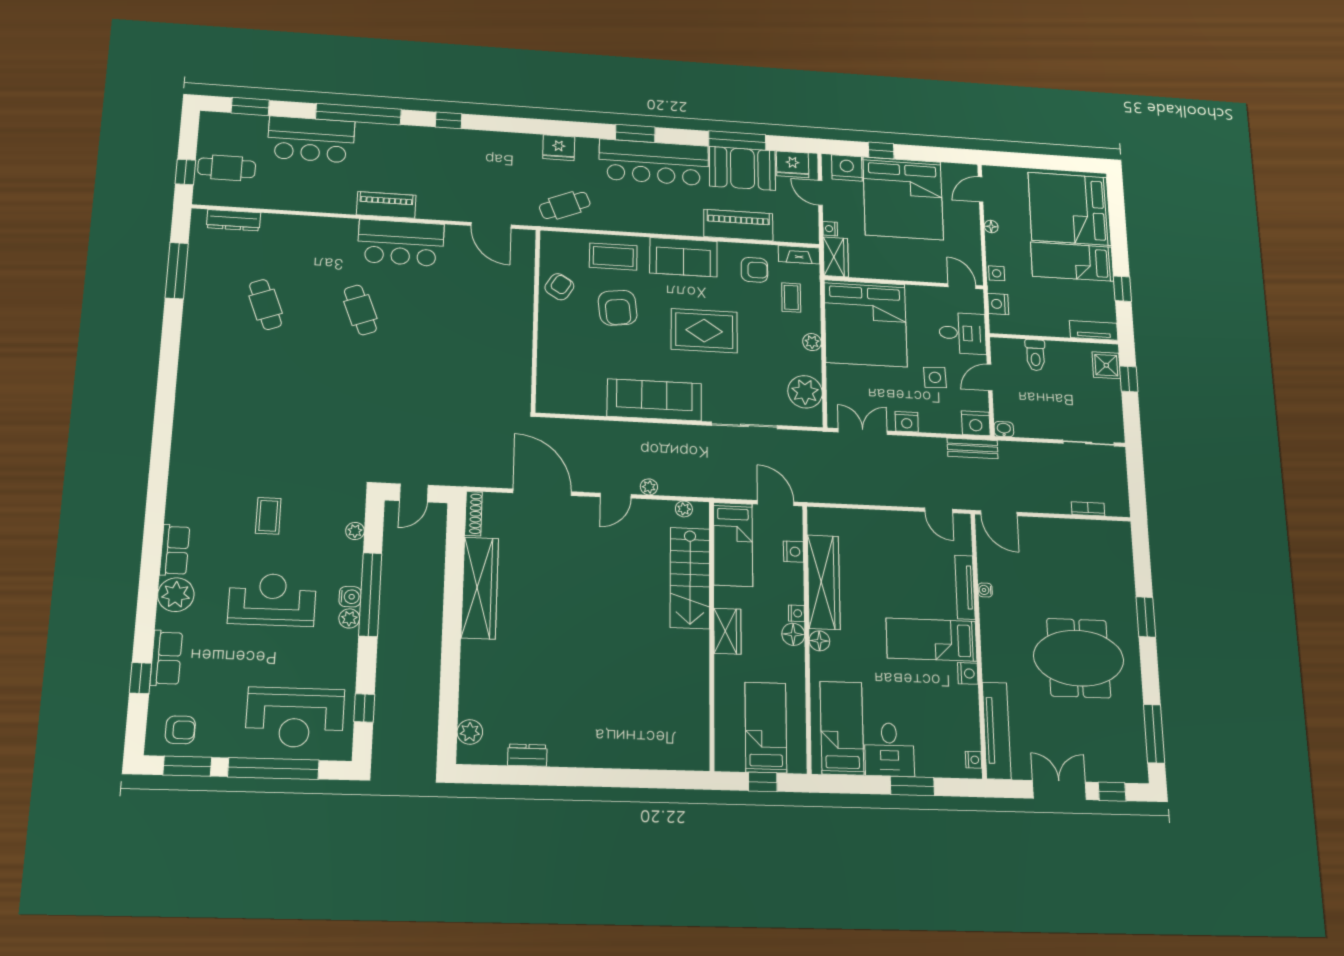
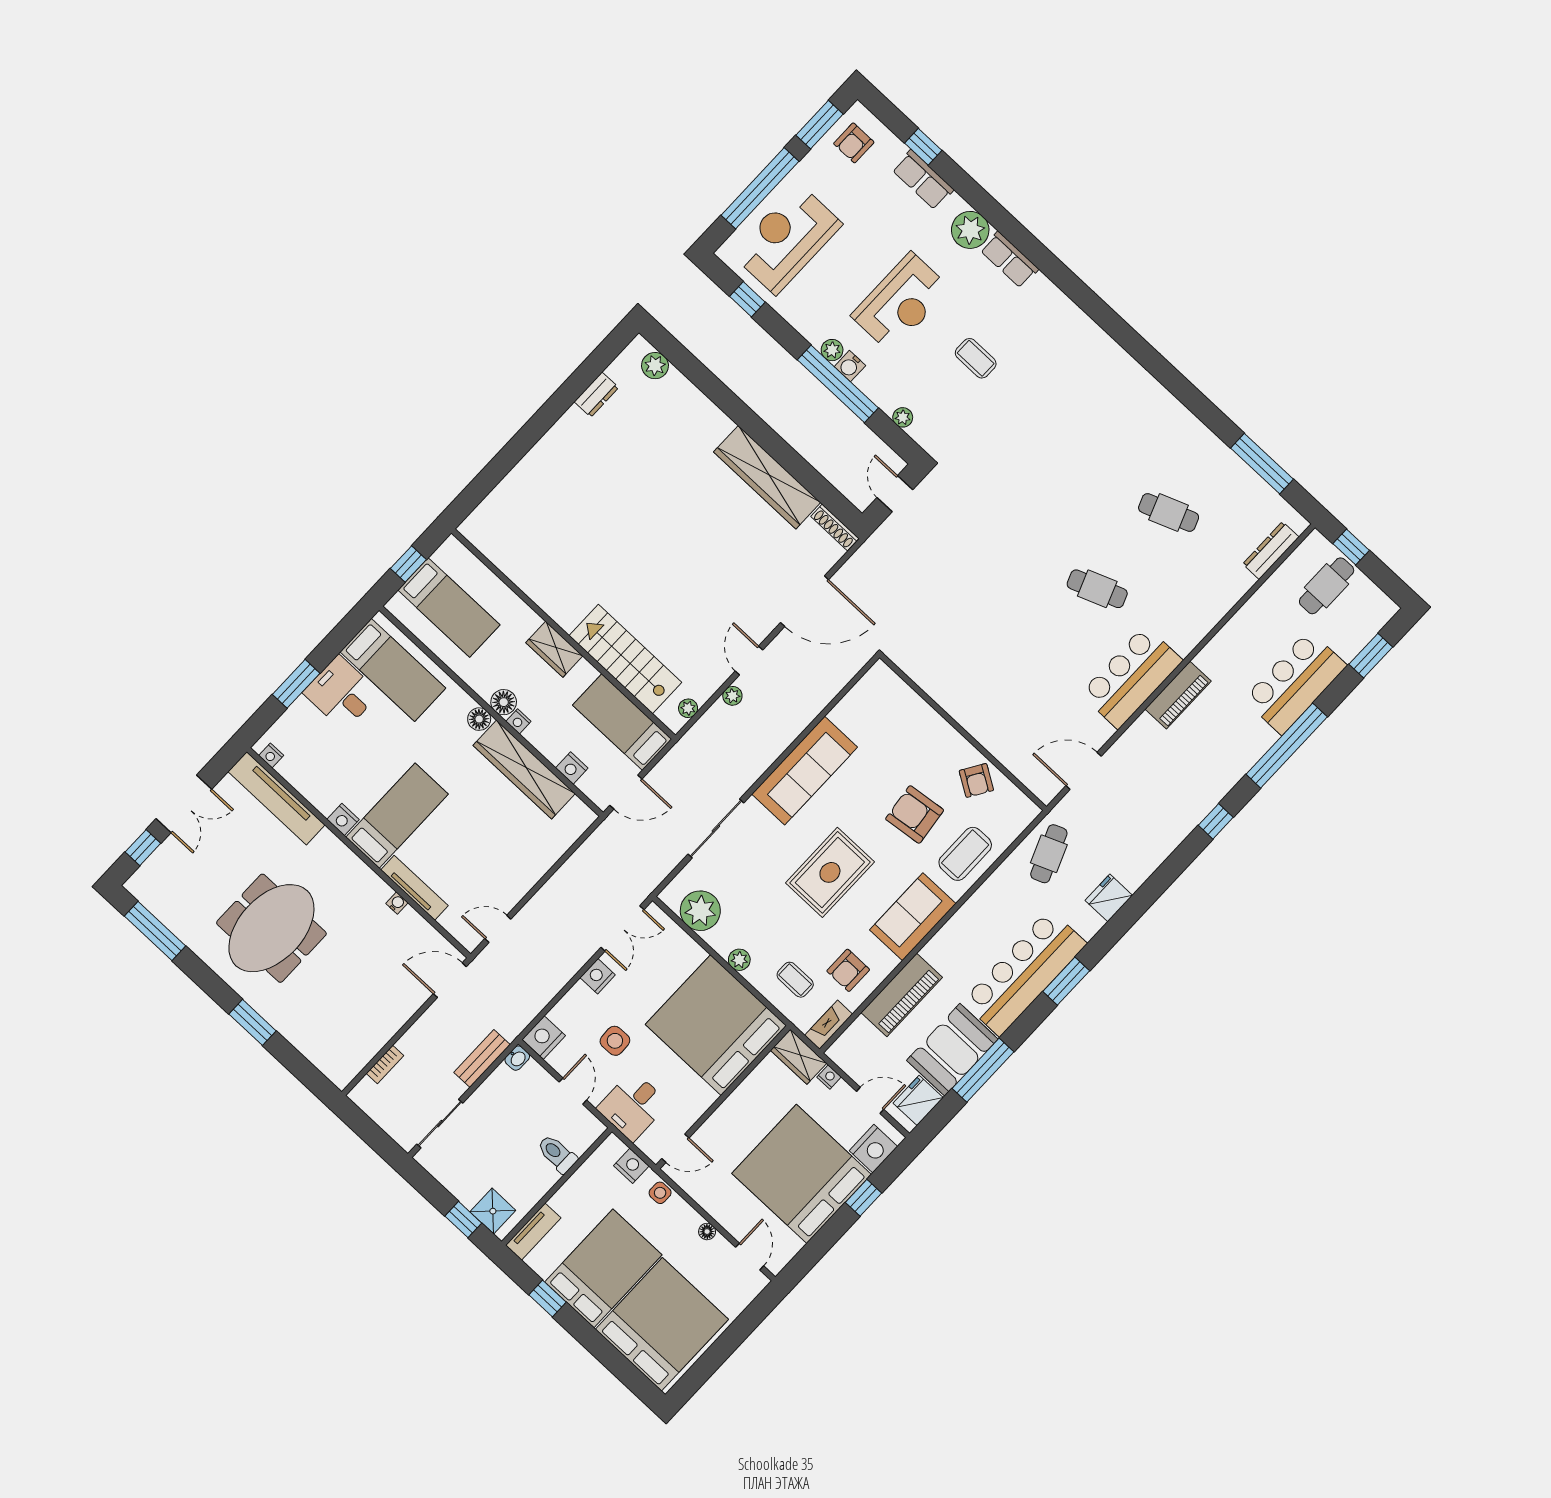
bed: (1072, 262) -> (603, 1268), width x1.50
bench: (973, 448) -> (482, 1058), moved

